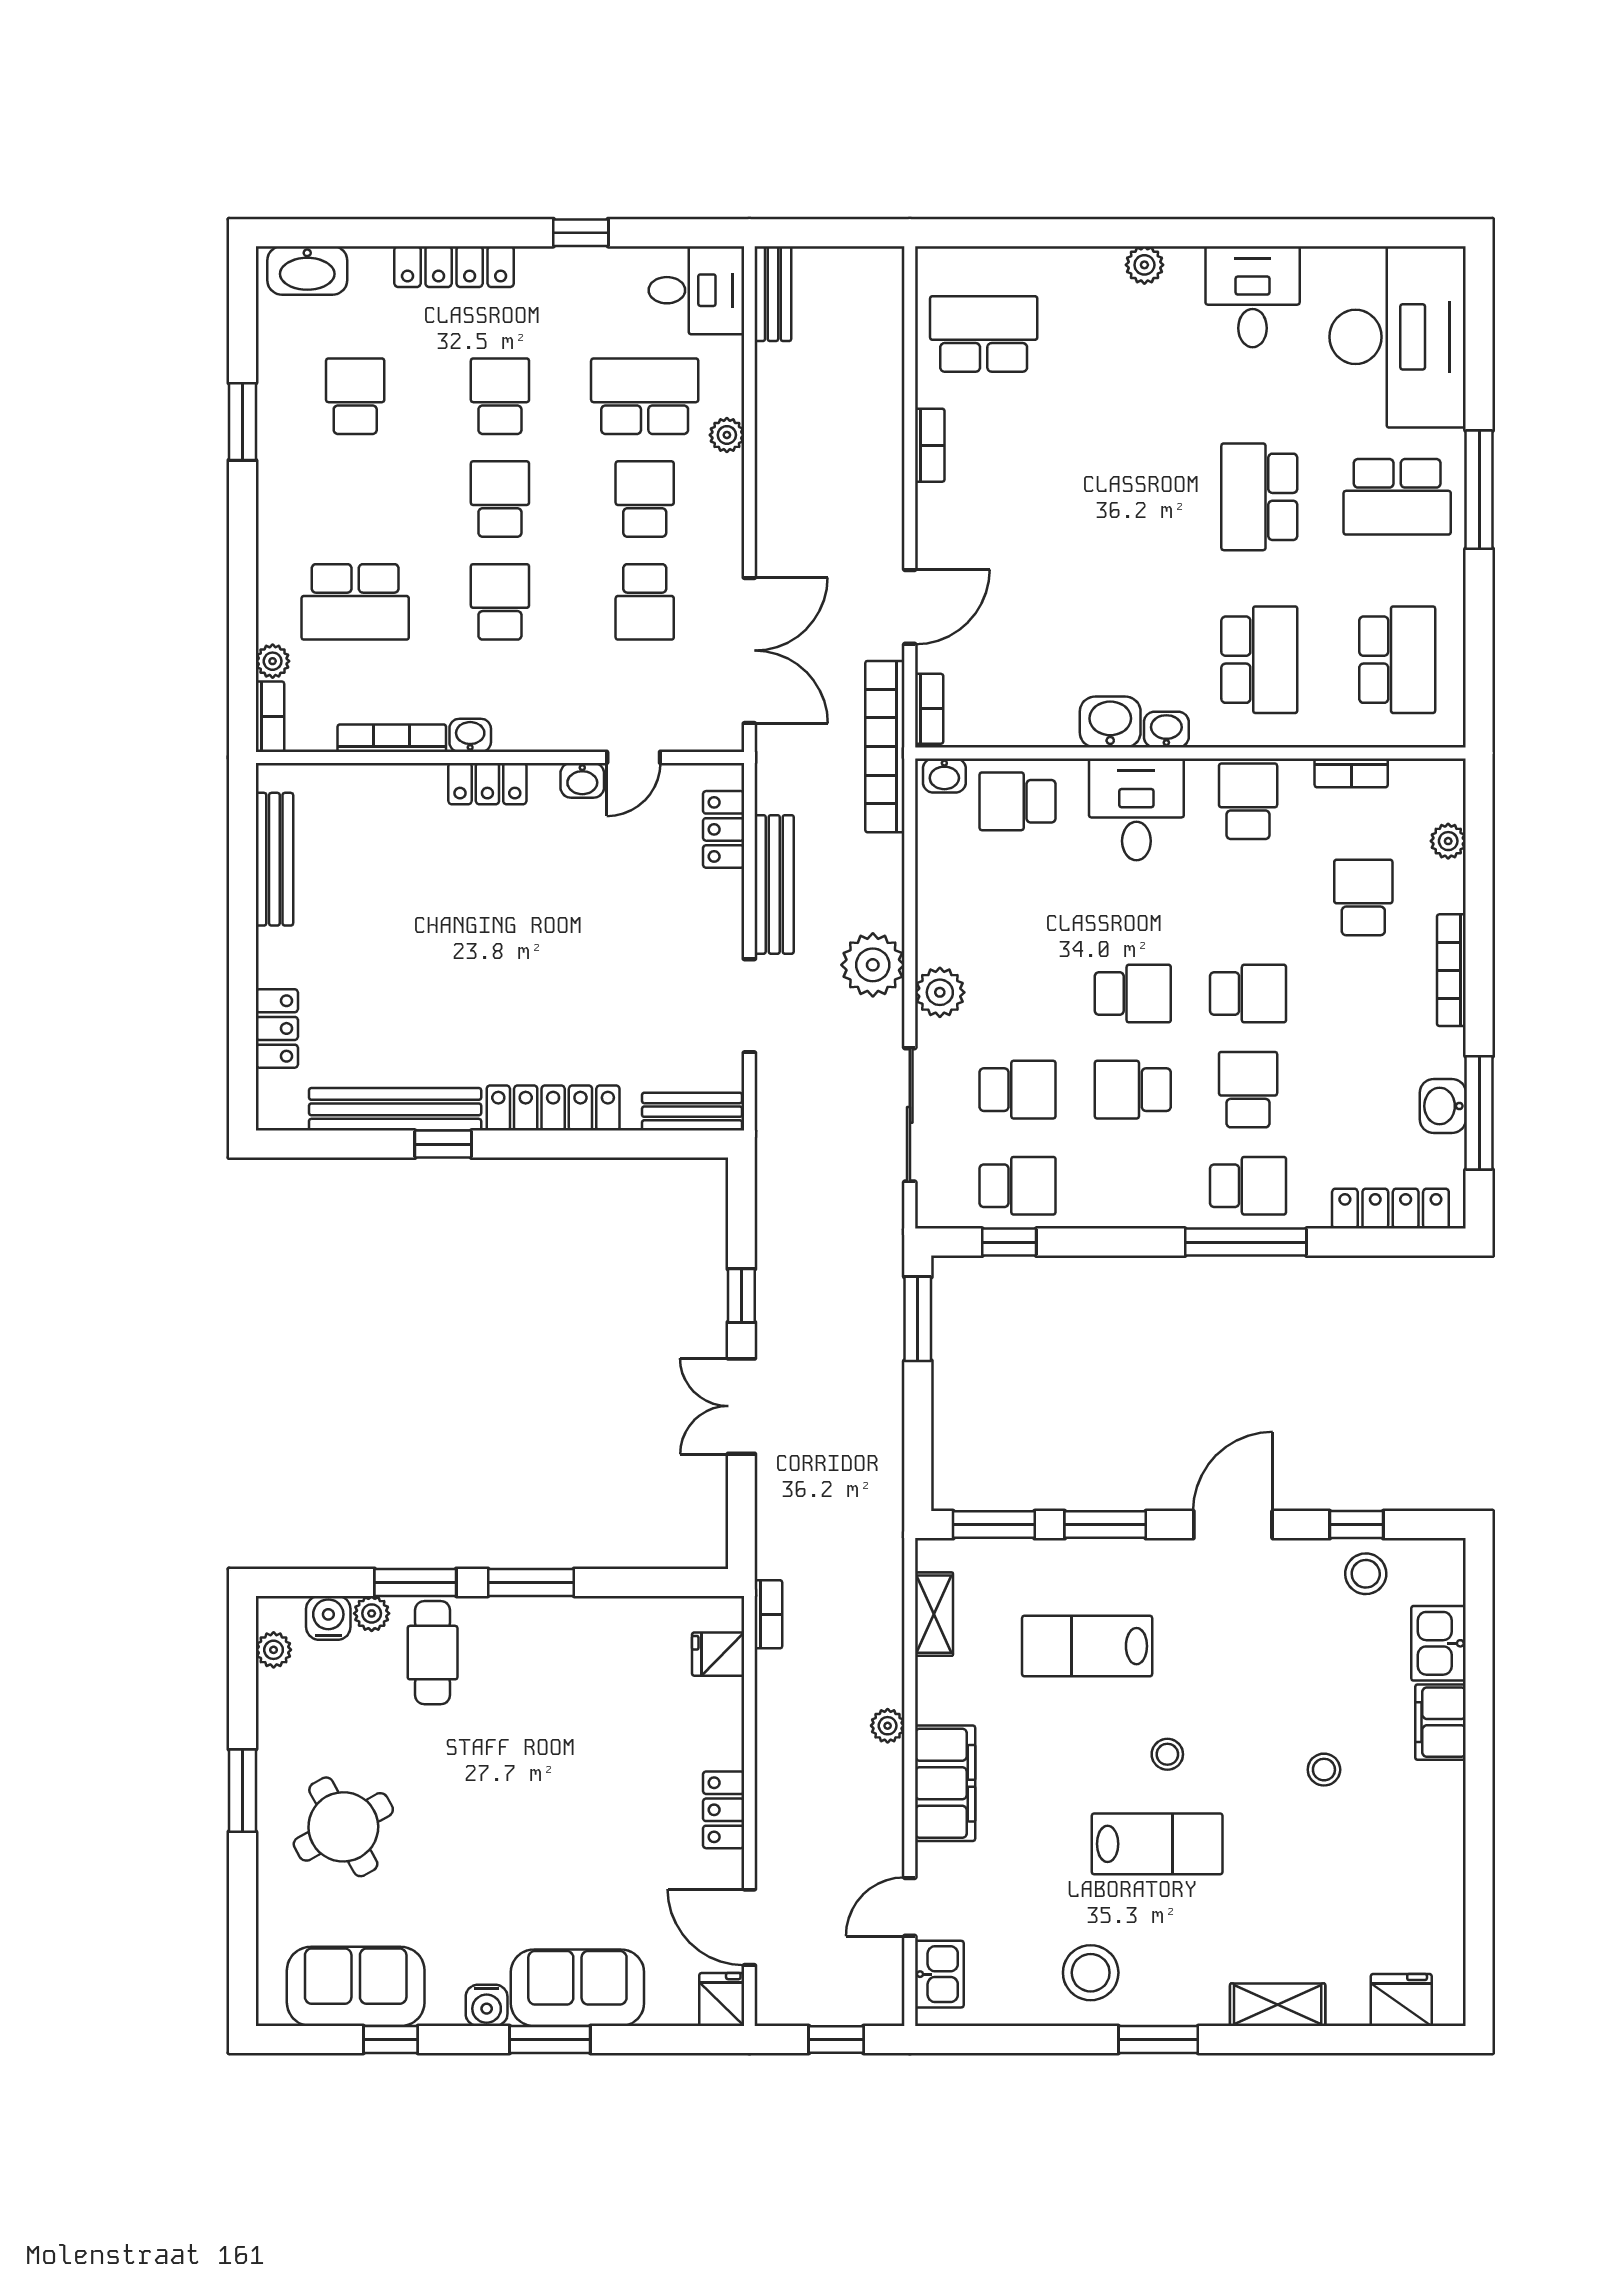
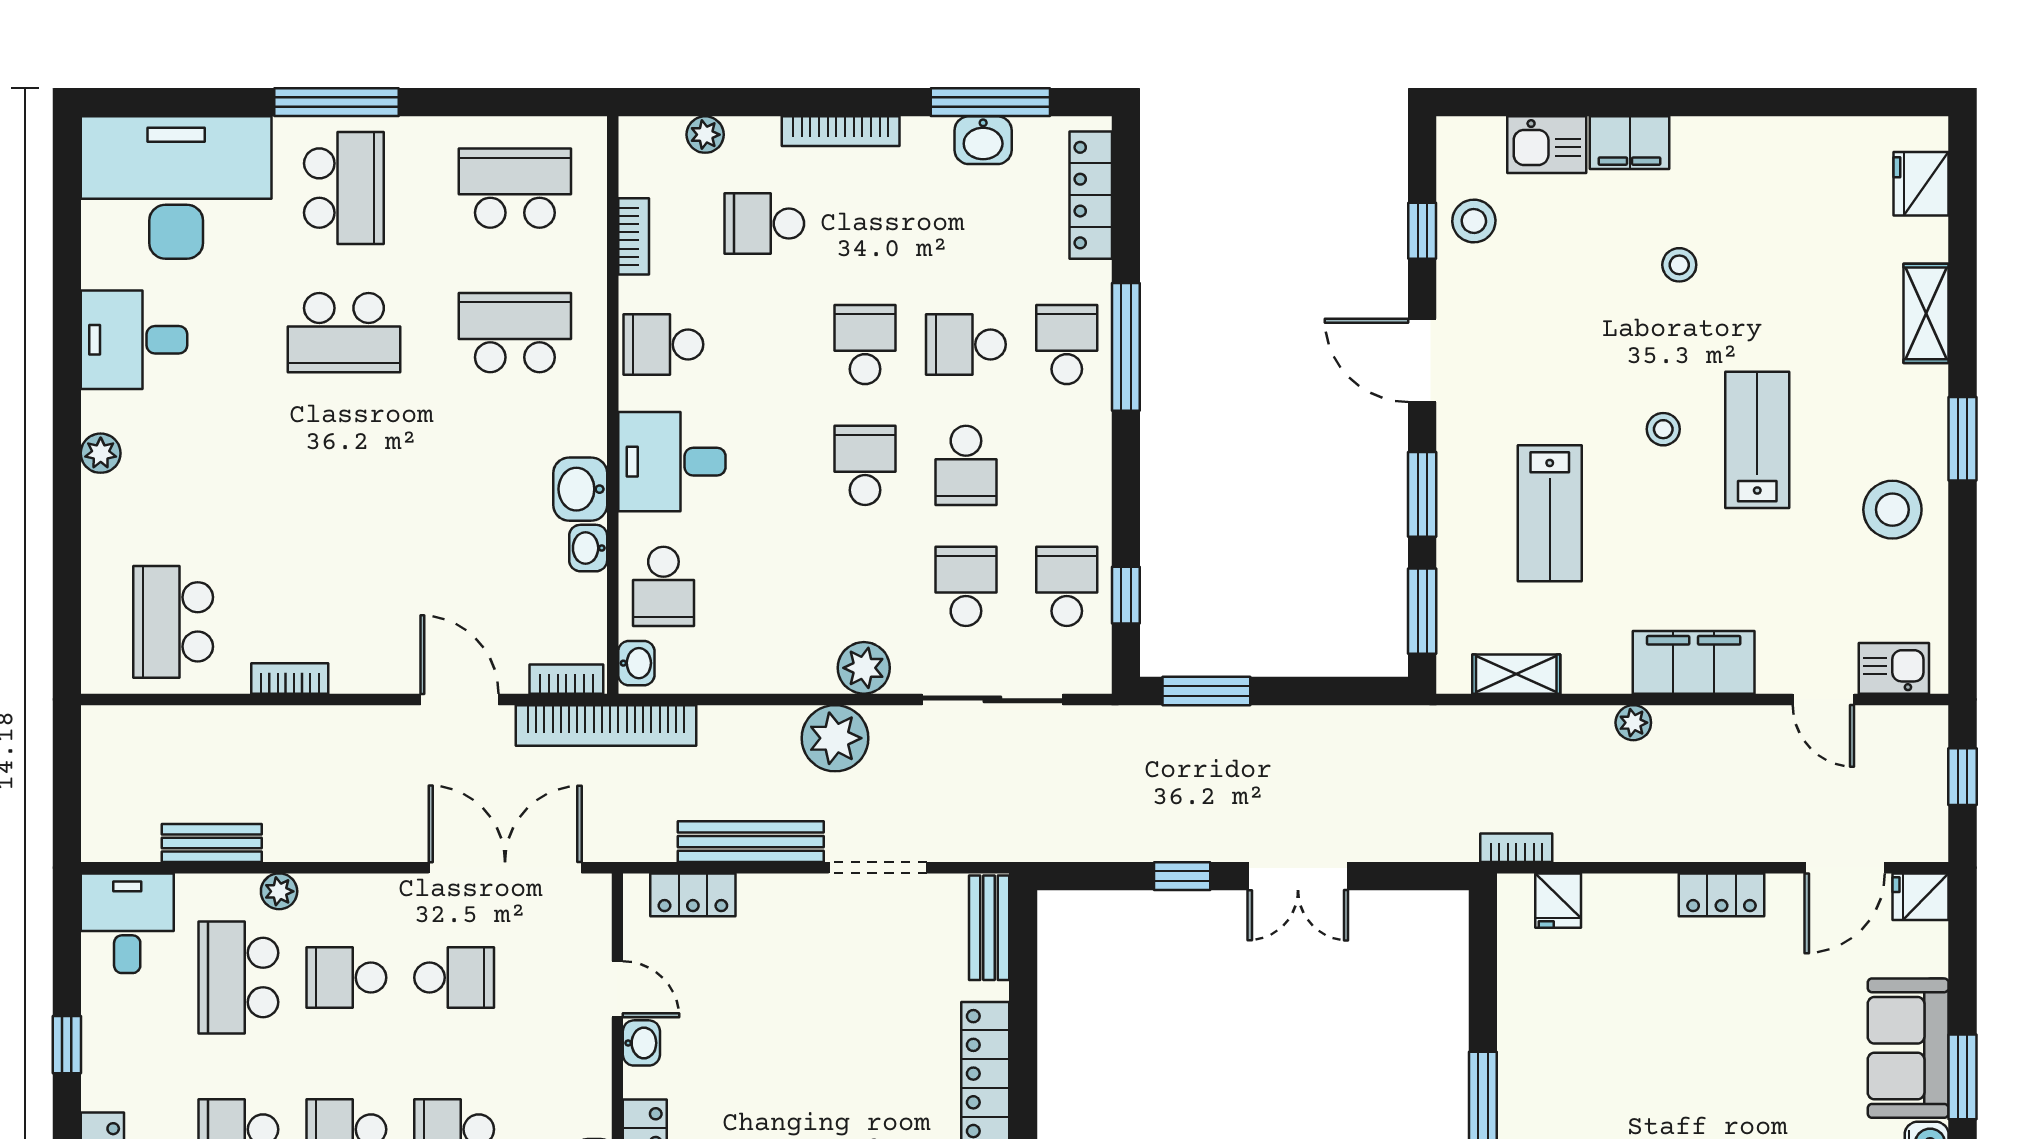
bench: (773, 294) -> (212, 843), moved
washbasin: (1166, 730) -> (588, 548), moved

